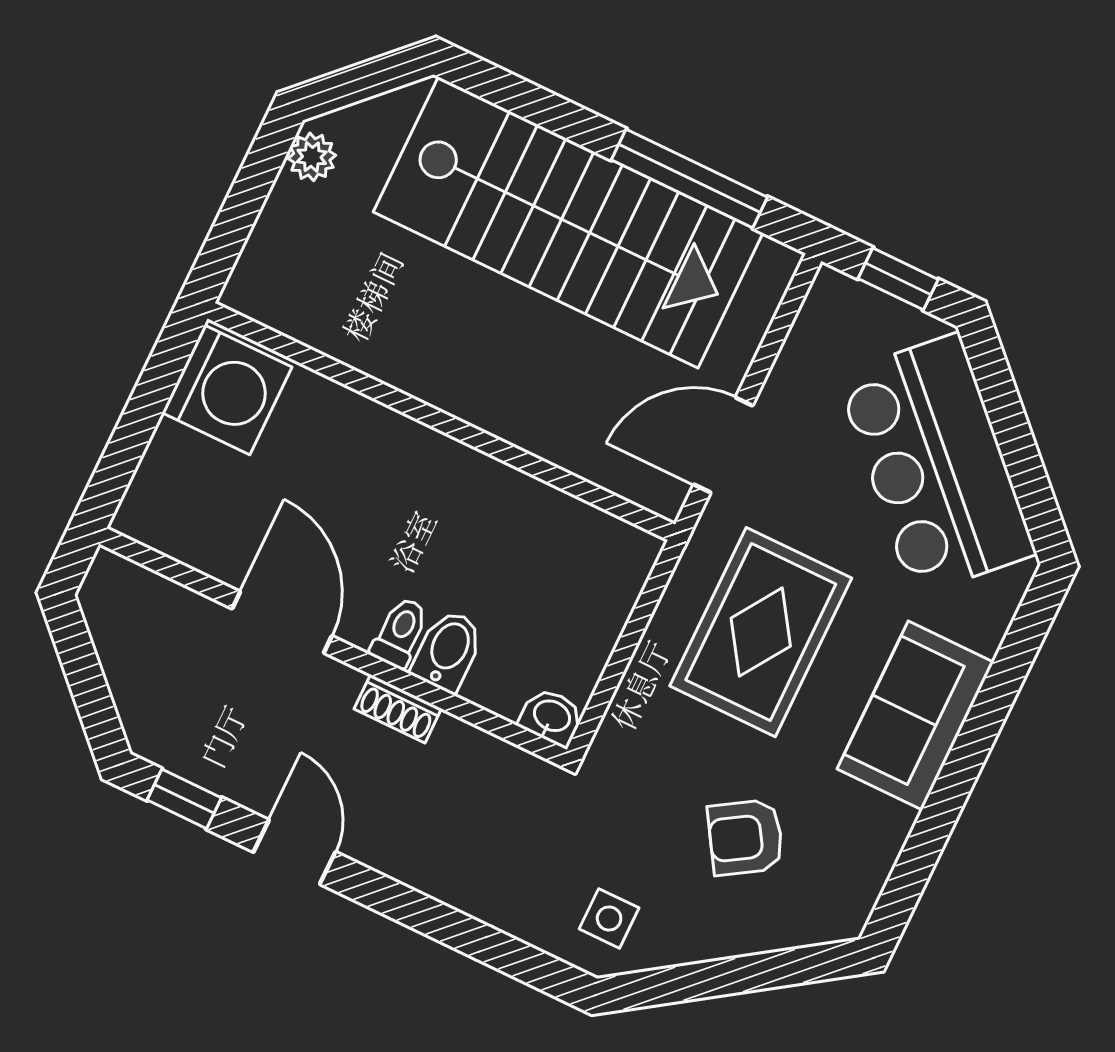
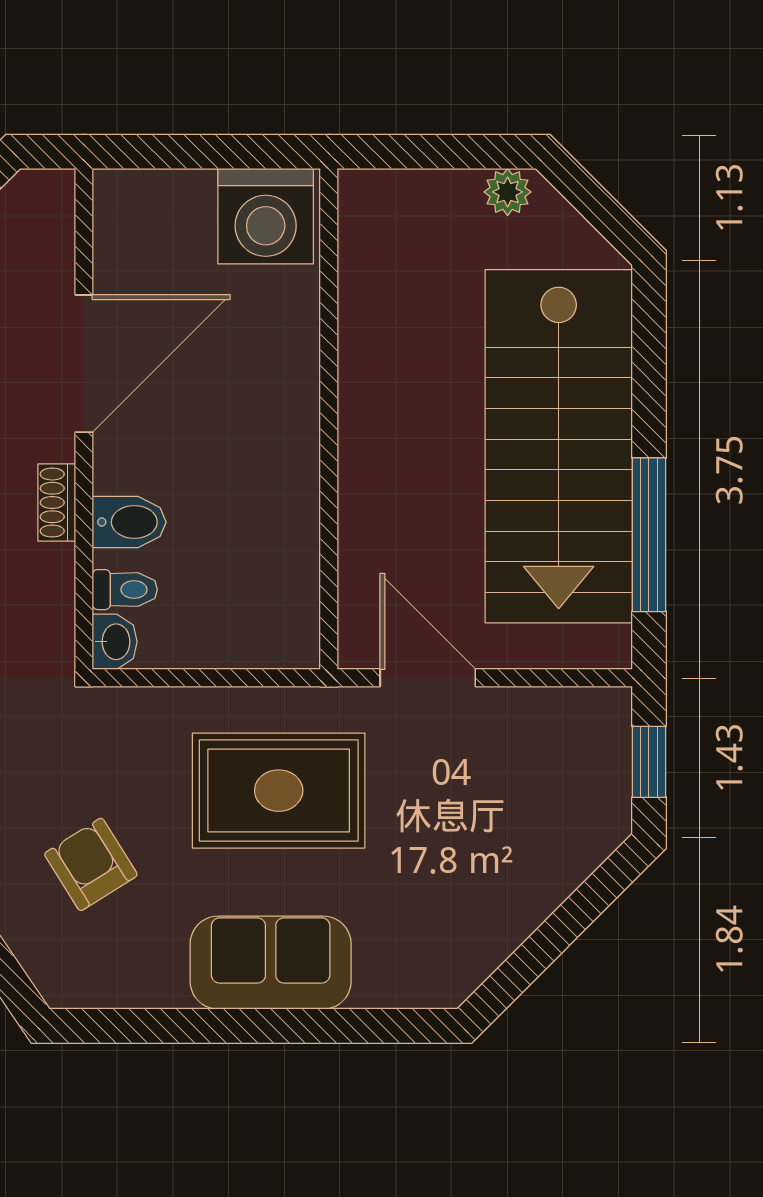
bar counter: (936, 465) -> (501, 874), removed
door: (282, 622) -> (84, 364), width x1.36
toilet: (400, 633) -> (125, 590), moved

